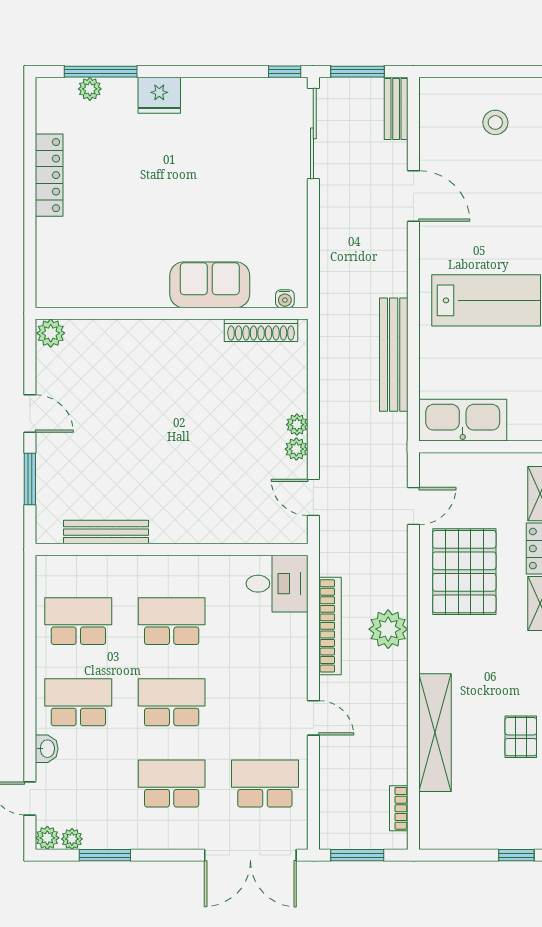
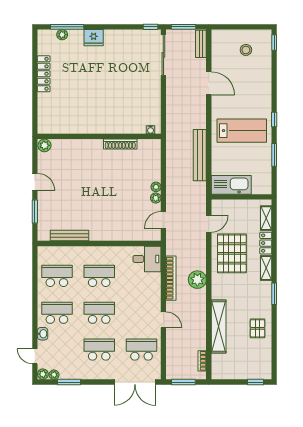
sofa: (210, 285) -> (116, 124), removed
shoe rack: (261, 330) -> (120, 144), moved
door: (313, 497) -> (163, 220), hinge flipped

